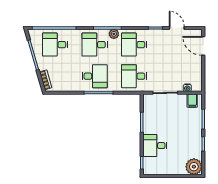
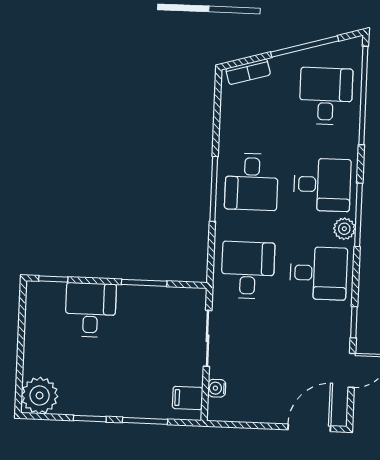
desk: (95, 45) -> (322, 185), turned 90
desk: (134, 45) -> (319, 273), turned 90

